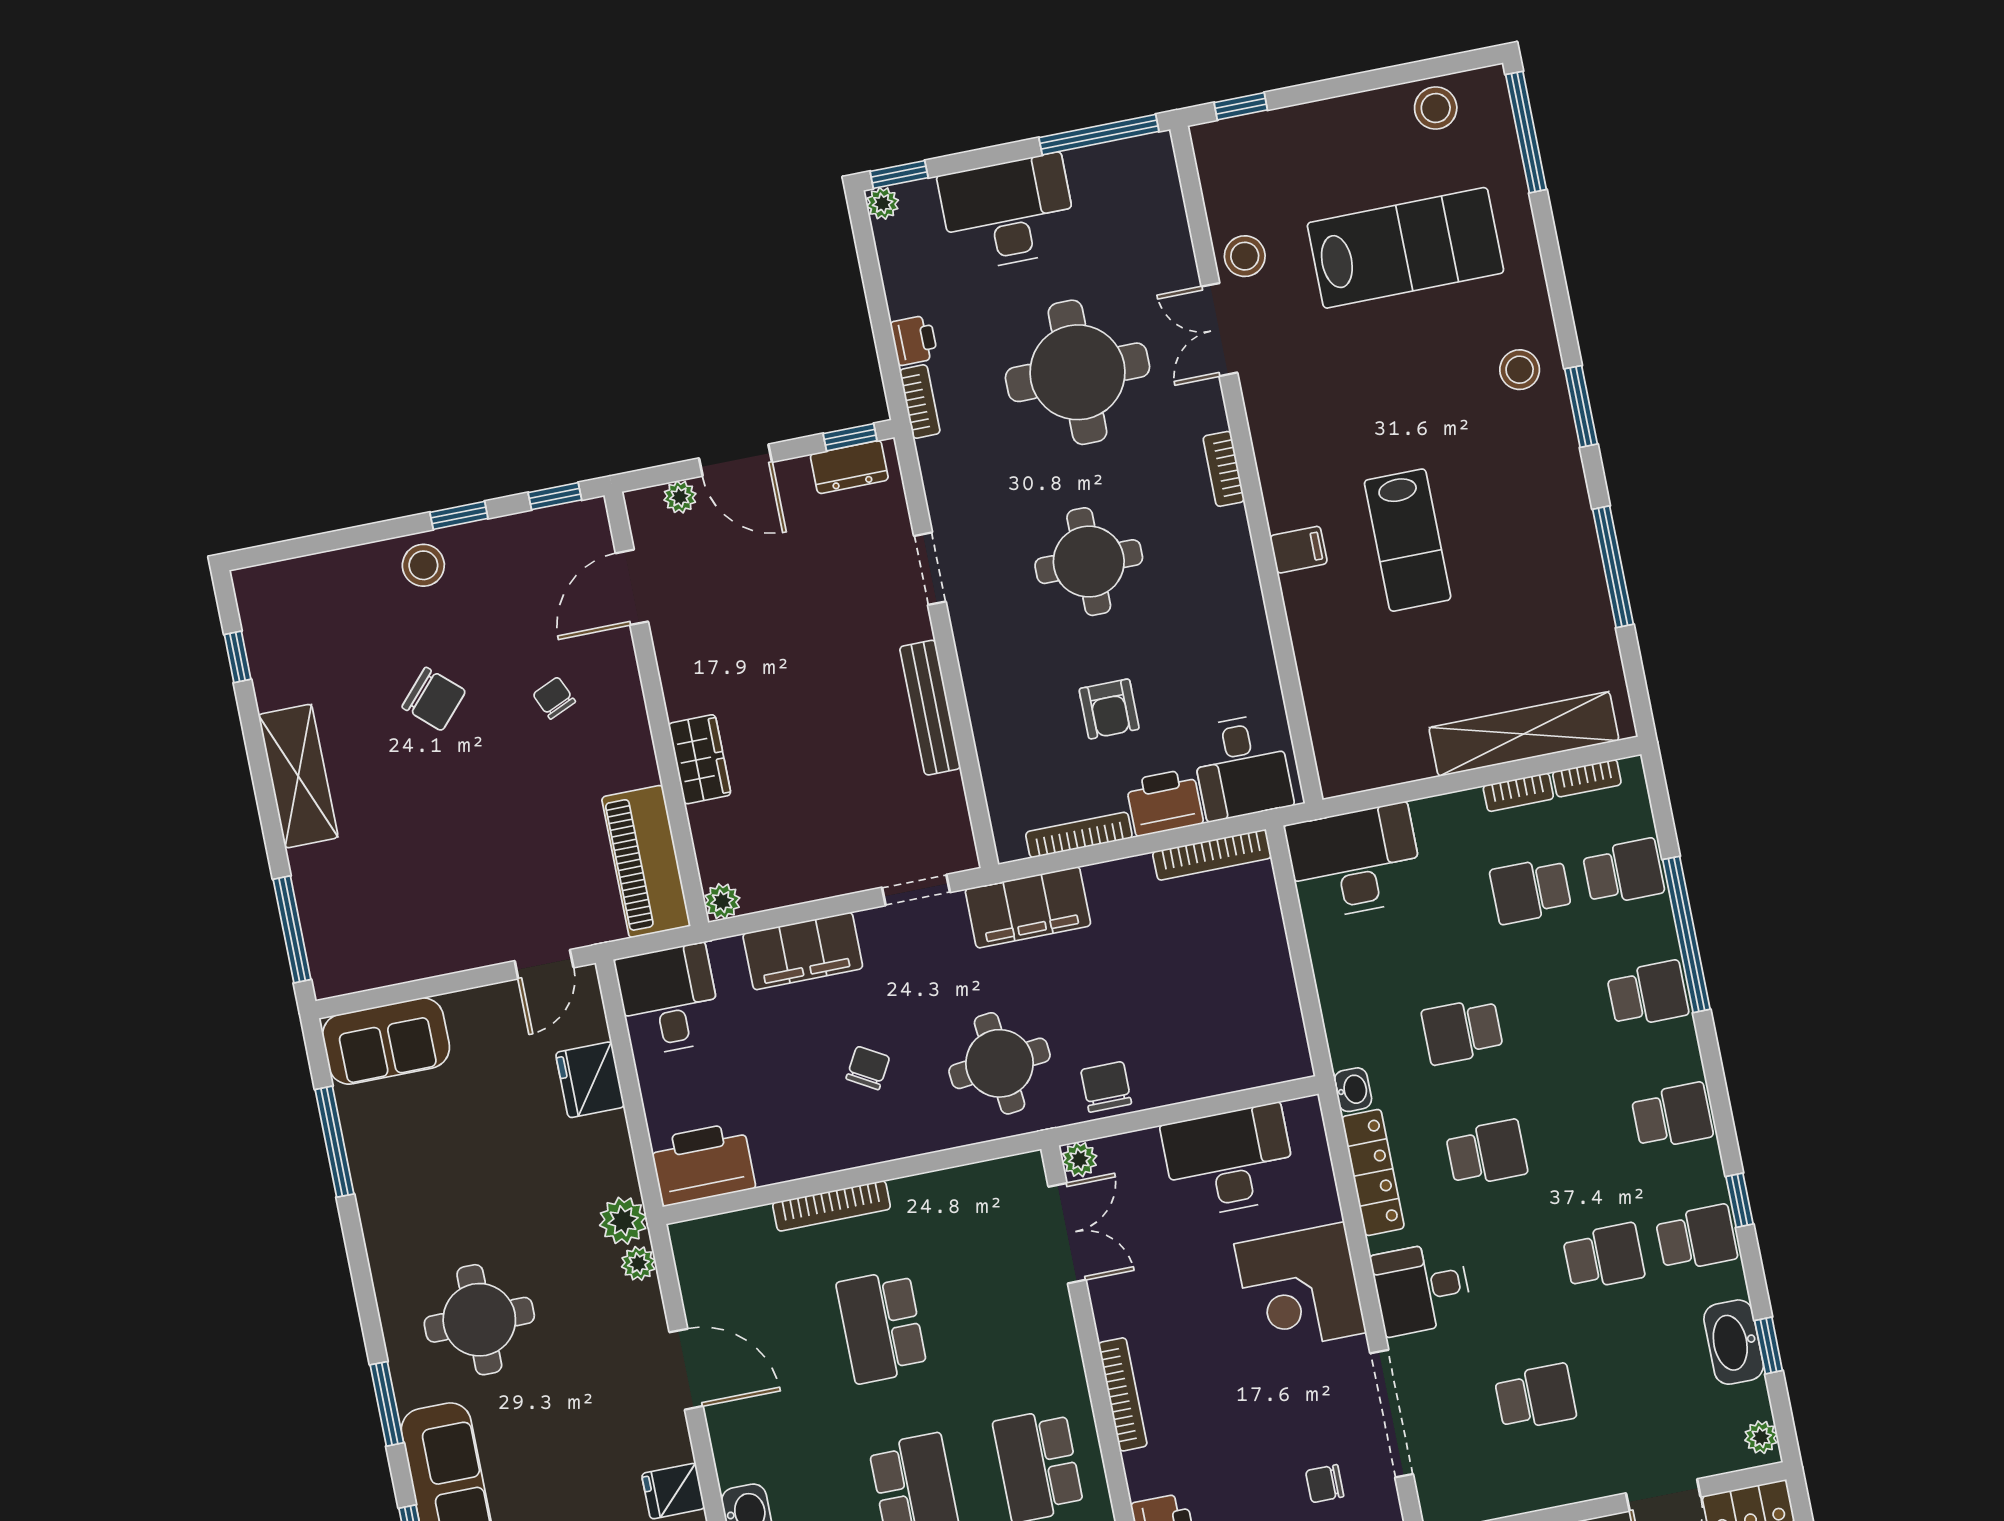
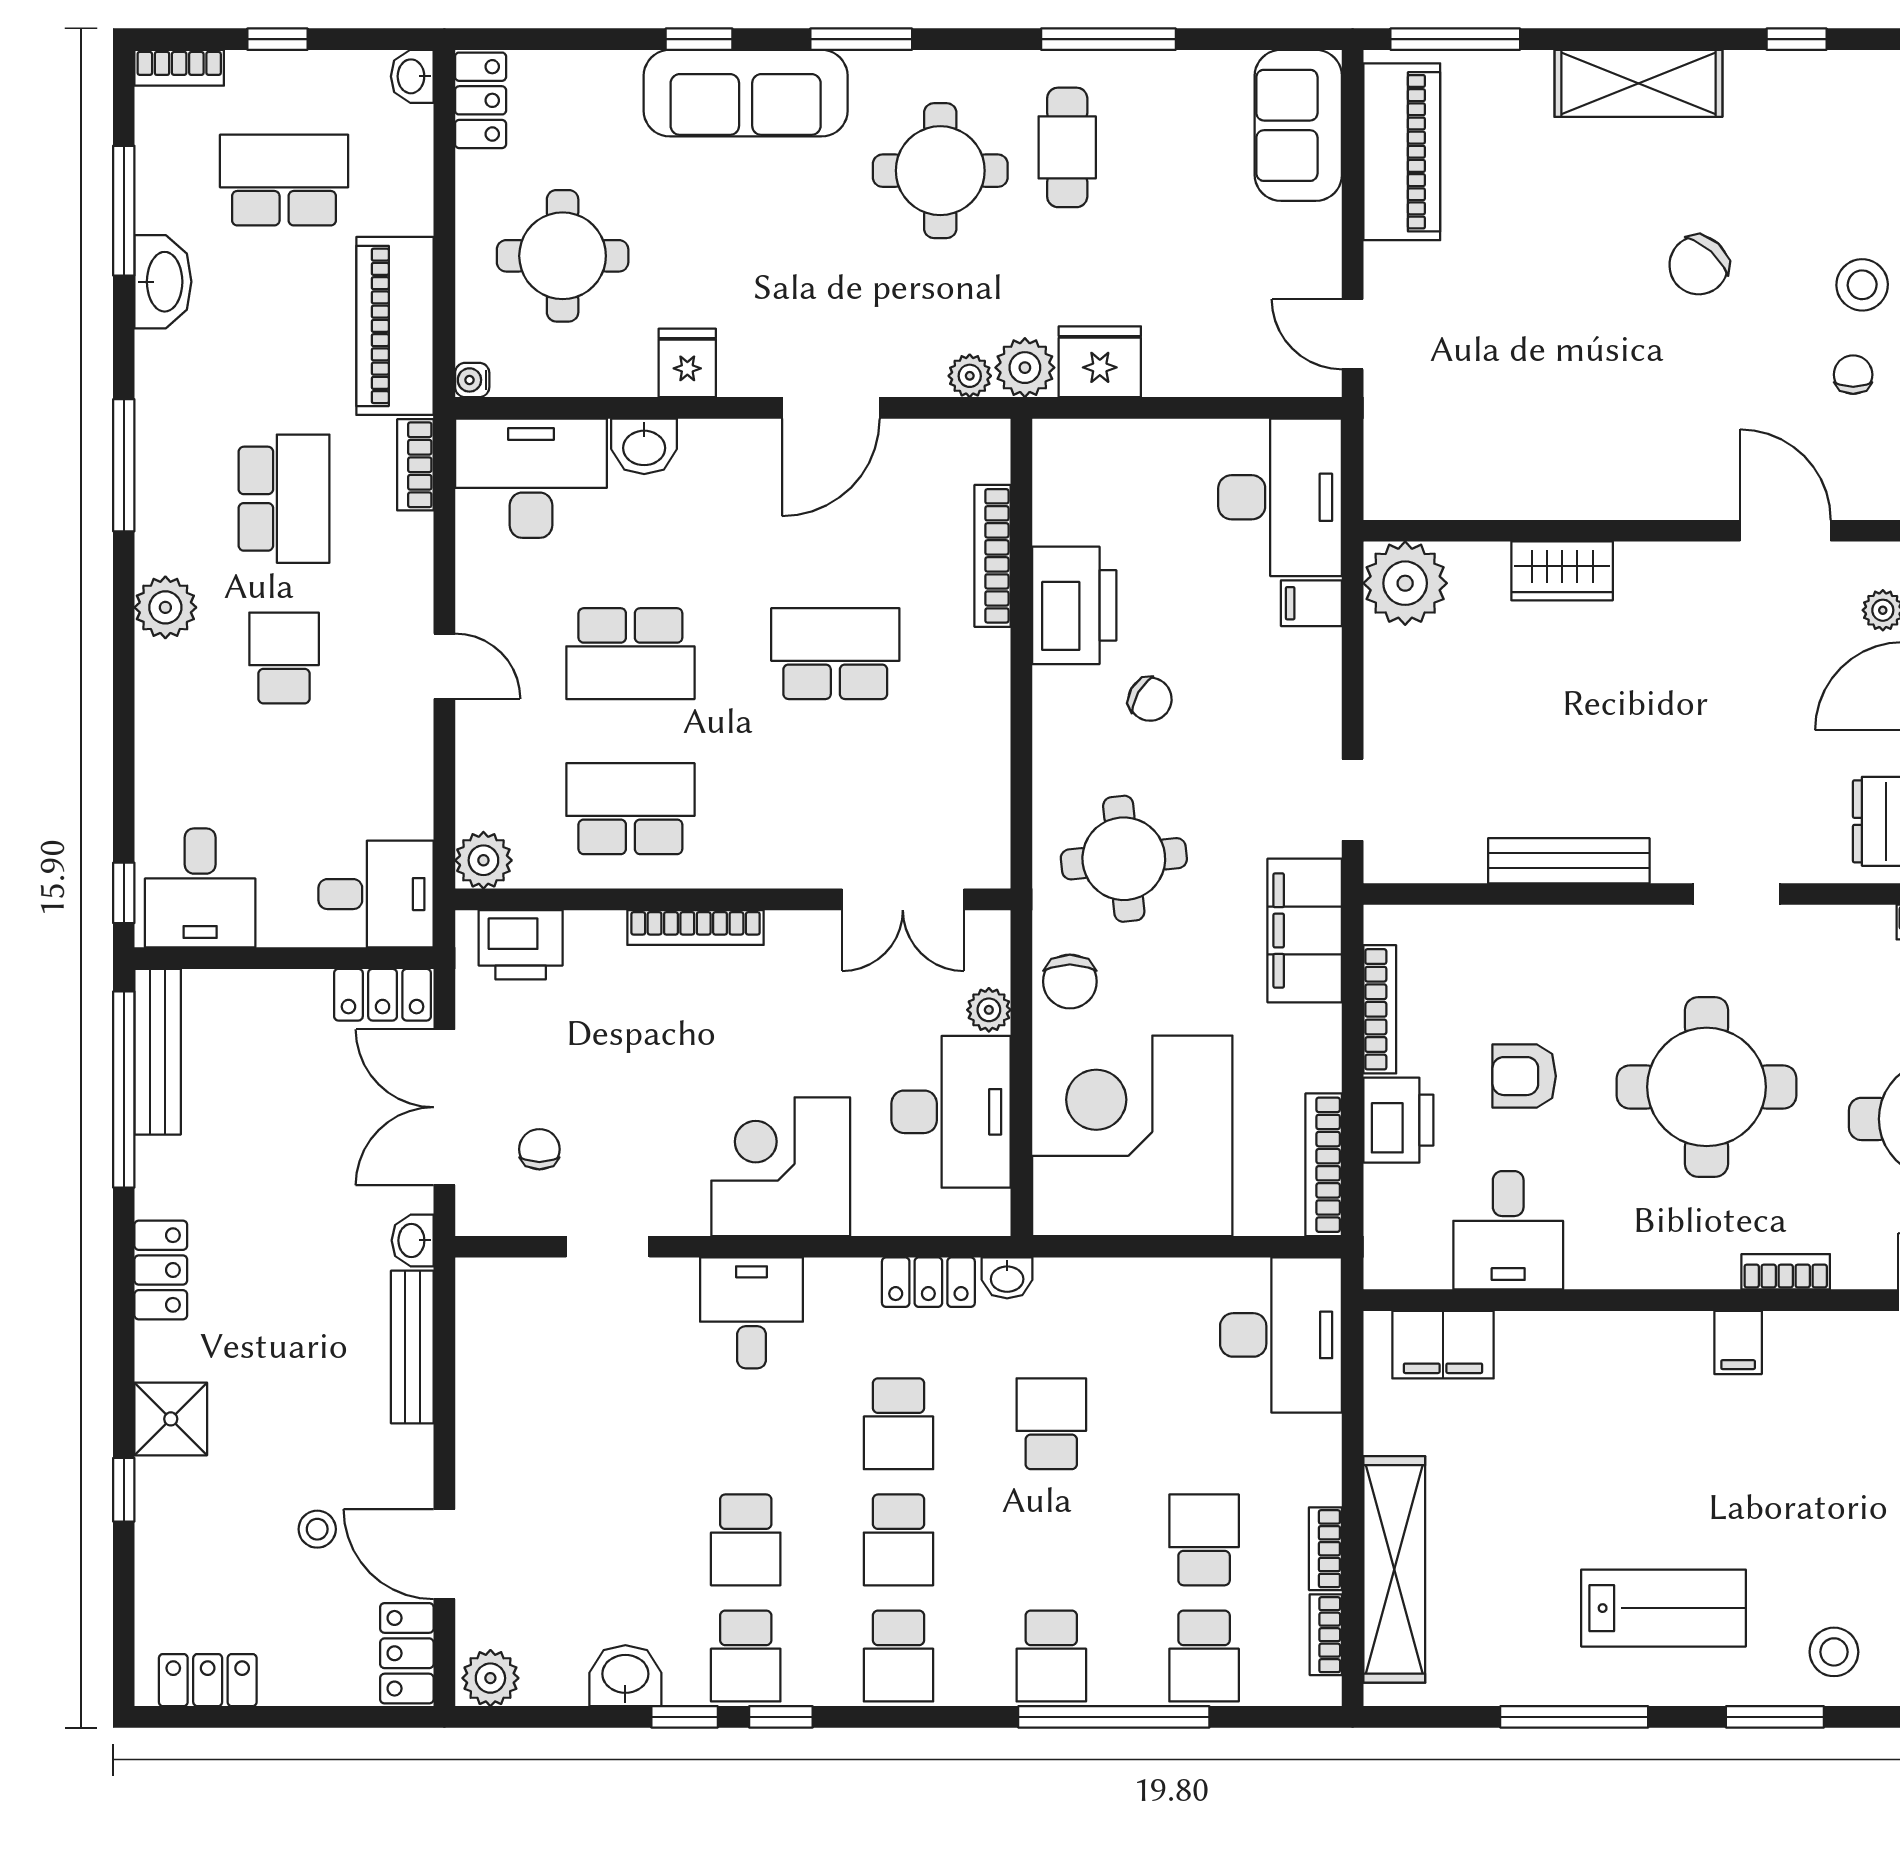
lab bench: (1408, 540) -> (1663, 1608), moved, turned 180
filing cabinet: (1299, 550) -> (1738, 1342), moved
round table: (1089, 562) -> (1707, 1087), width x1.36, depth x1.36
chair: (554, 698) -> (1853, 375), moved, turned -66
filing cabinet: (1337, 731) -> (1443, 1345), added
desk: (1242, 767) -> (1508, 1230), moved, turned -90
piano: (646, 862) -> (1402, 152), moved, turned 90
plant: (722, 901) -> (1405, 583), width x1.88, depth x1.88
filing cabinet: (803, 951) -> (1311, 603), width x0.33, depth x0.86
desk: (669, 1000) -> (1280, 497), width x1.37
corner desk: (1219, 1012) -> (1132, 1136), added
fridge: (590, 1080) -> (1100, 362), moved
chair: (1106, 1087) -> (1070, 981), turned 90
window: (334, 1142) -> (1108, 39), moved
plant: (1079, 1159) -> (989, 1010), moved
printer: (703, 1164) -> (1074, 605), moved
locker: (1373, 1172) -> (928, 1282), width x0.66
bookcase: (831, 1206) -> (993, 556), moved
cafe table: (440, 1222) -> (1067, 147), added
washbasin: (1734, 1342) -> (625, 1676), width x0.72
window: (1769, 1346) -> (685, 1717), moved
school desk: (1535, 1397) -> (898, 1540), moved
doorway: (1392, 1414) -> (608, 1247), width x0.53
plant: (1761, 1437) -> (490, 1678), width x1.38, depth x1.38

